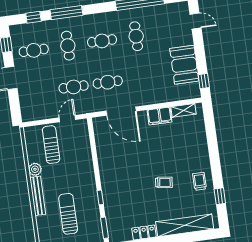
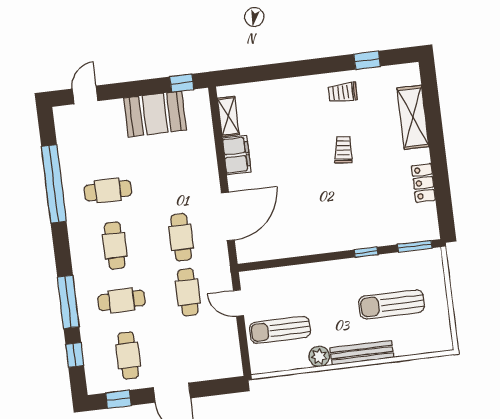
shelving: (185, 225) -> (413, 117), width x0.68

